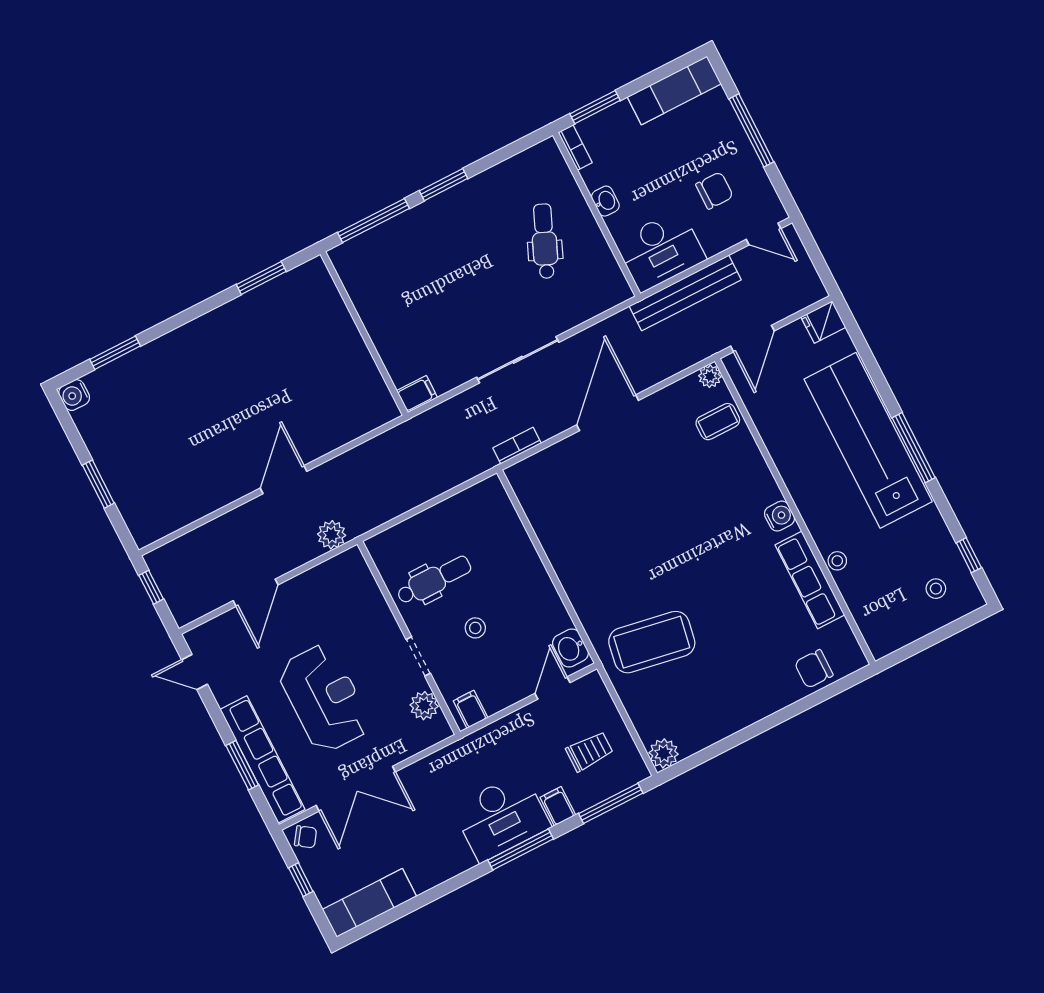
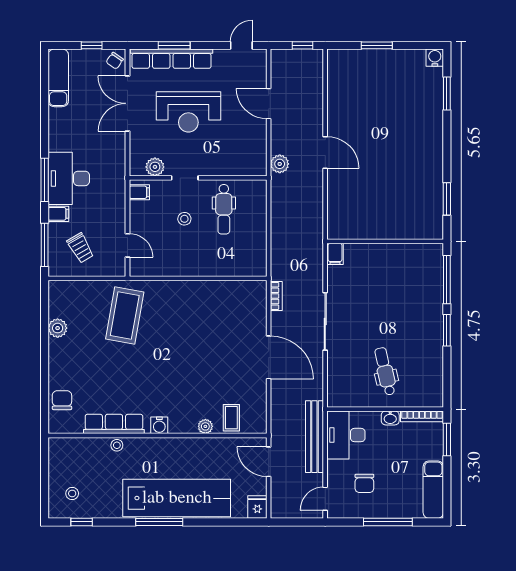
bookcase: (575, 147) -> (422, 416), width x1.56
dental chair: (545, 241) -> (385, 371), turned -126
plant: (710, 376) -> (205, 426), moved
washbasin: (570, 648) -> (145, 267), removed
trolley: (589, 751) -> (80, 248), turned -30
plant: (664, 753) -> (58, 328), moved

